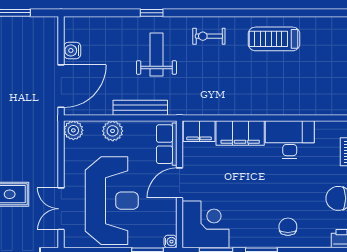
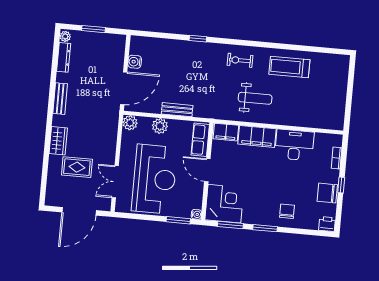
weight bench: (156, 54) -> (255, 98), moved, turned 90
bench: (140, 108) -> (177, 110), width x0.73
door: (179, 183) -> (207, 170), hinge flipped

